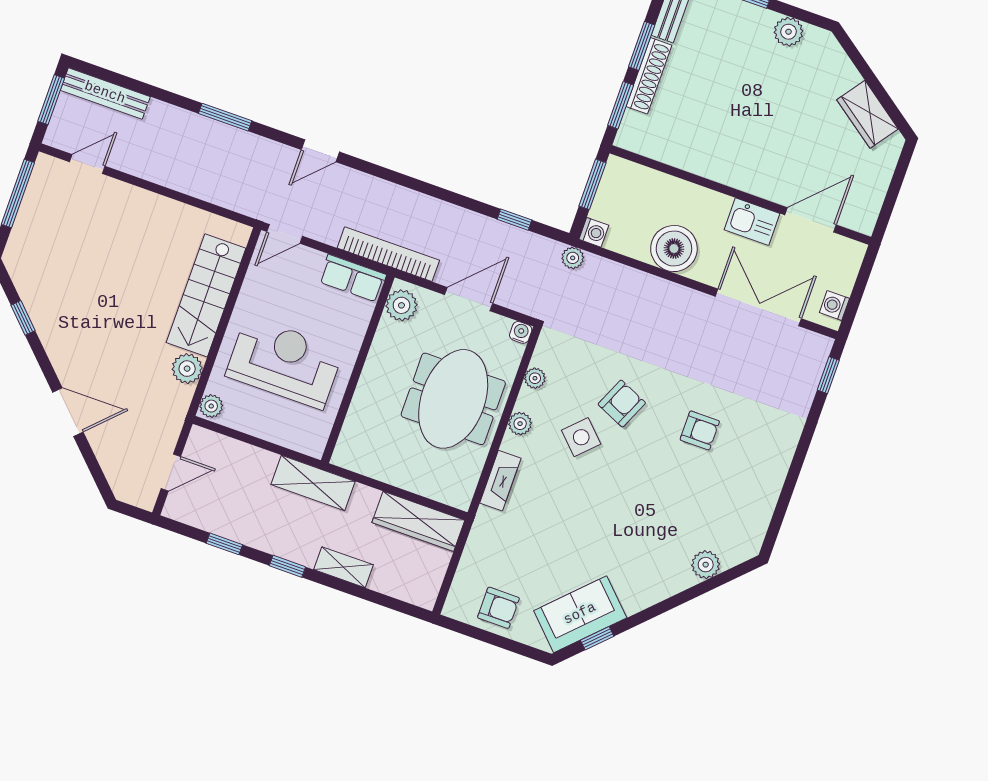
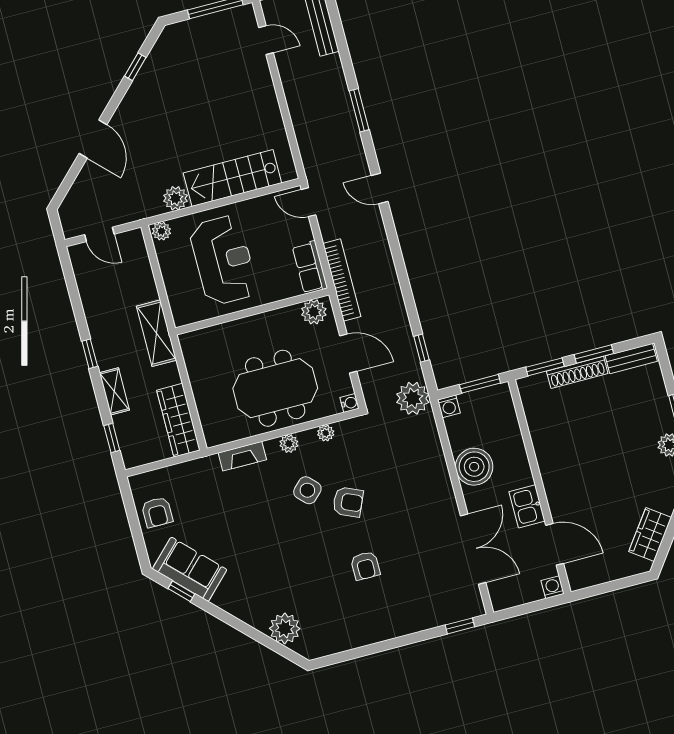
plant: (573, 258) -> (413, 398), width x1.87, depth x1.87
washing machine: (834, 305) -> (553, 587), moved
window: (224, 544) -> (112, 438), moved
plant: (706, 565) -> (285, 629), width x1.36, depth x1.36

